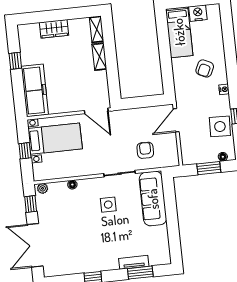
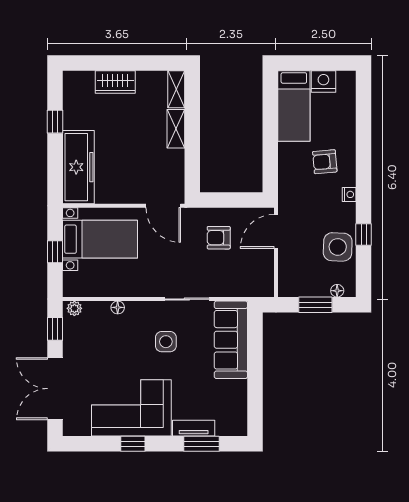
armchair: (205, 68) -> (325, 162), turned 59
armchair: (145, 150) -> (219, 238), moved, turned -90
corner sofa: (89, 253) -> (131, 408), added

